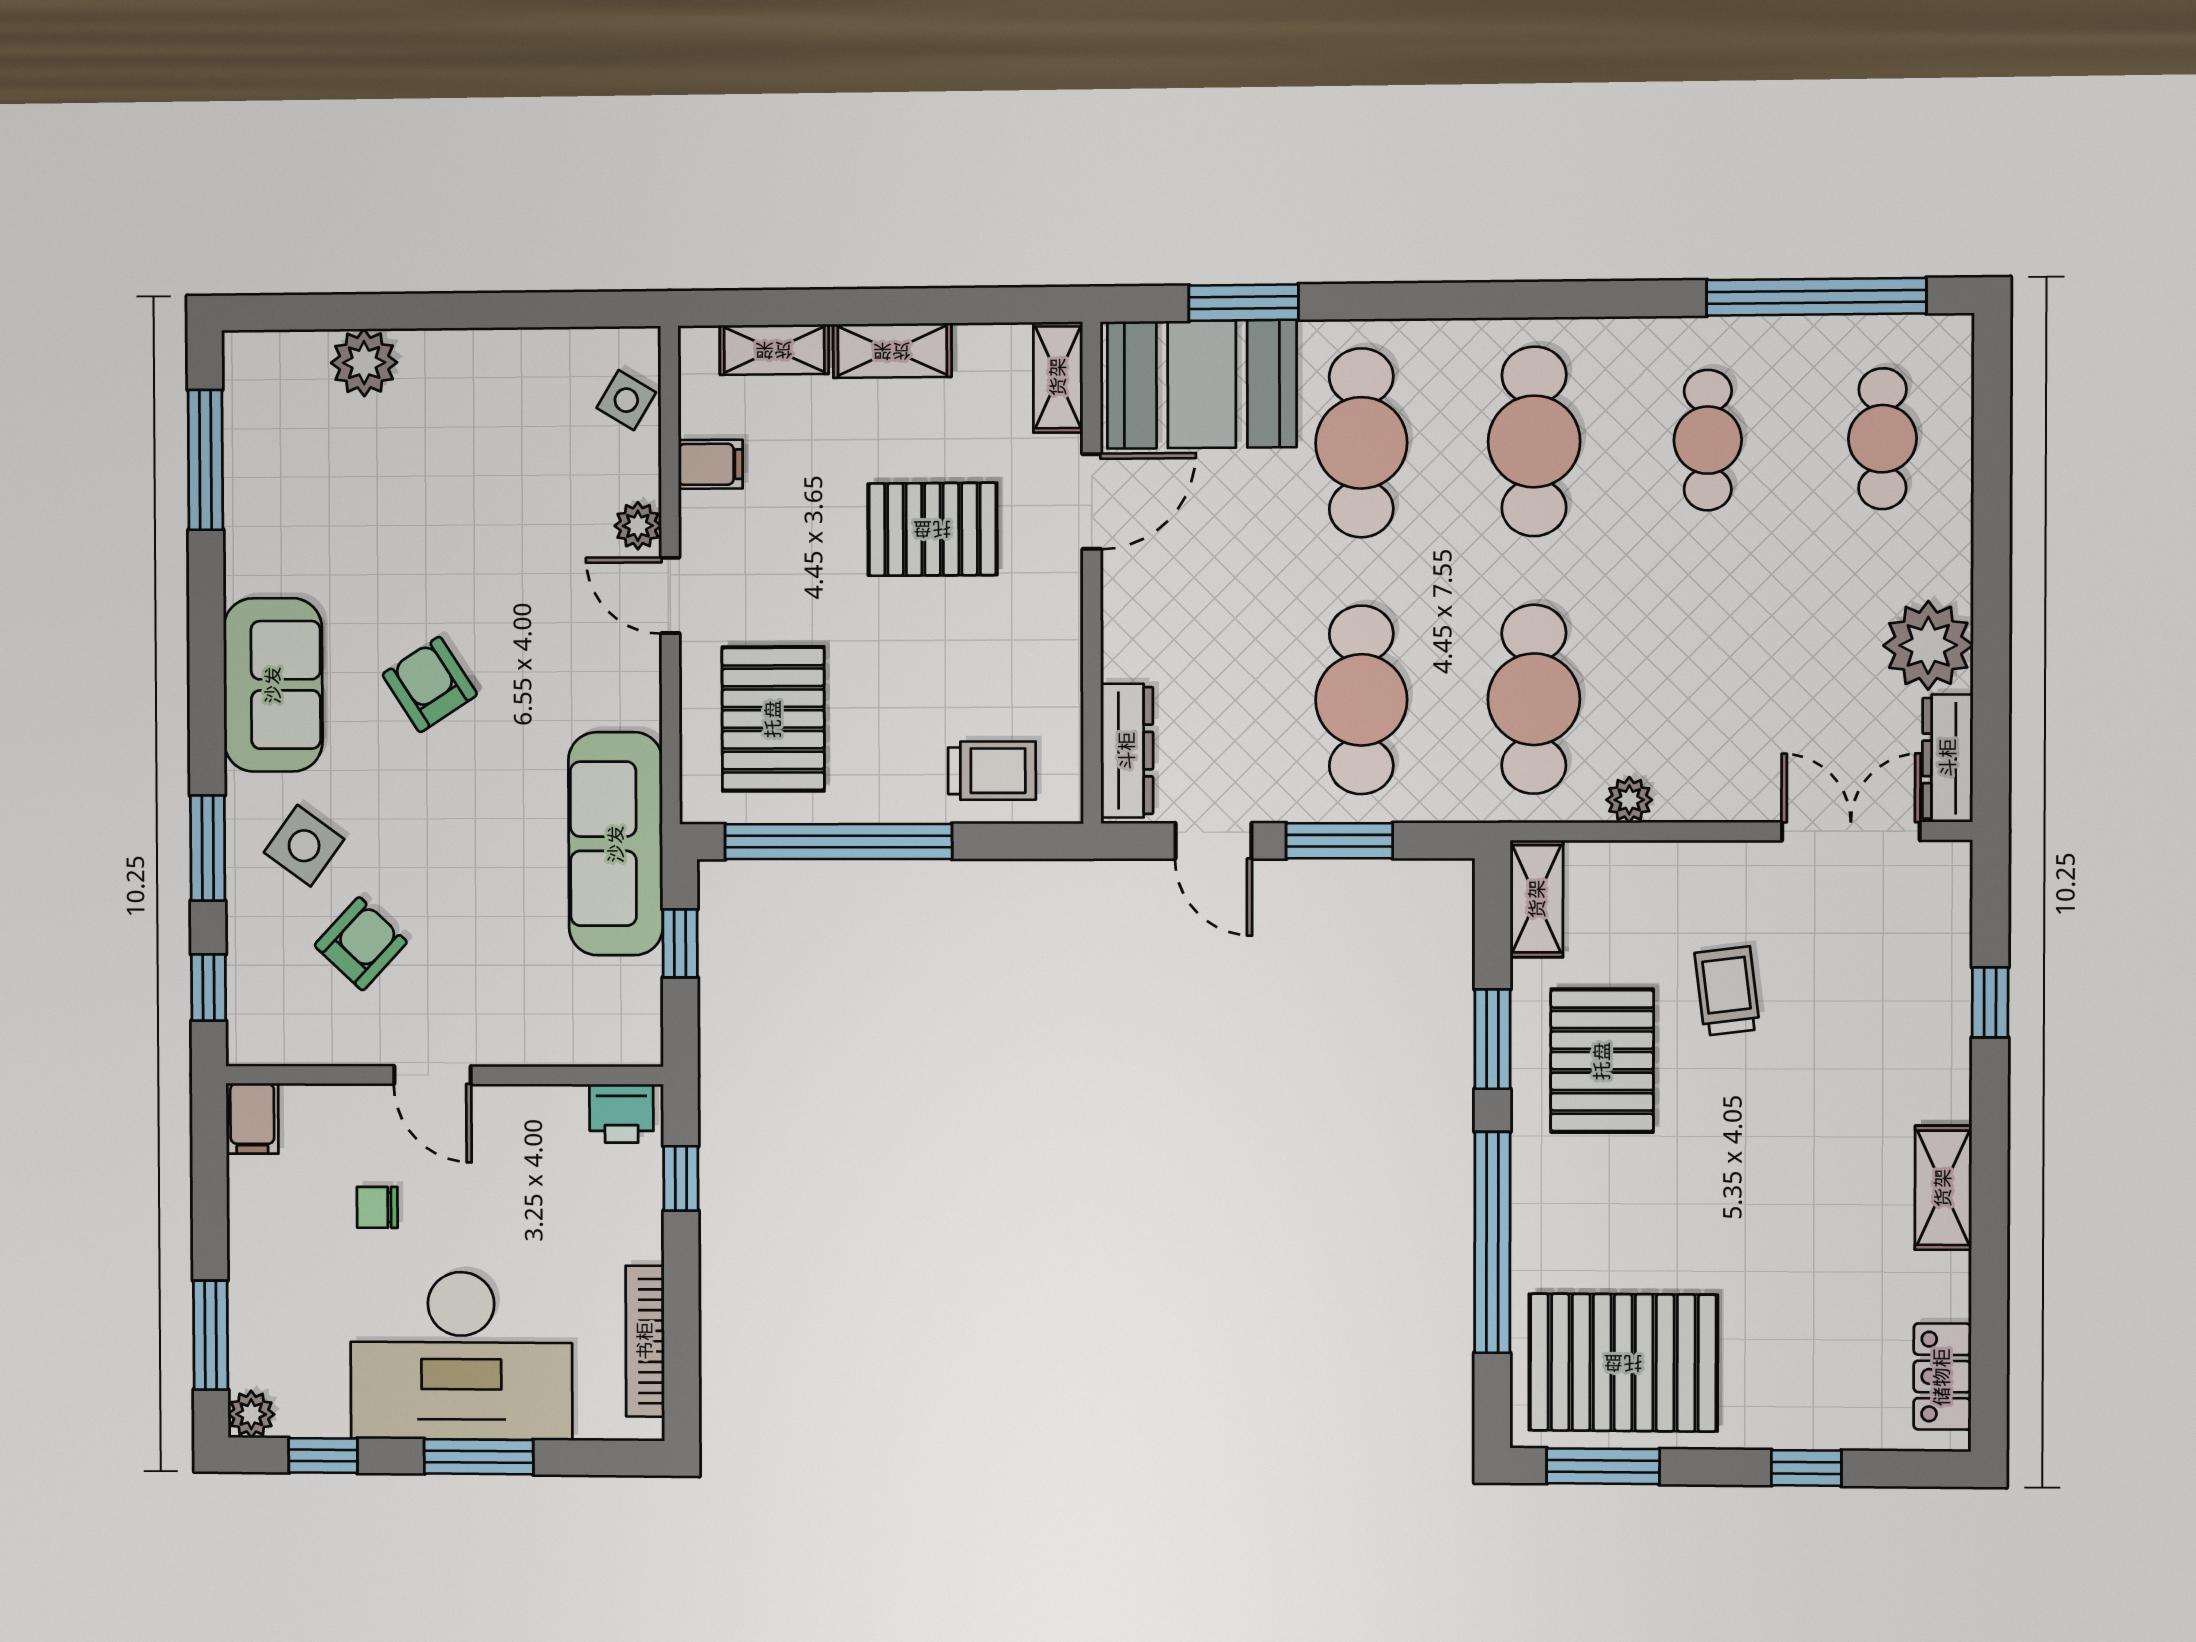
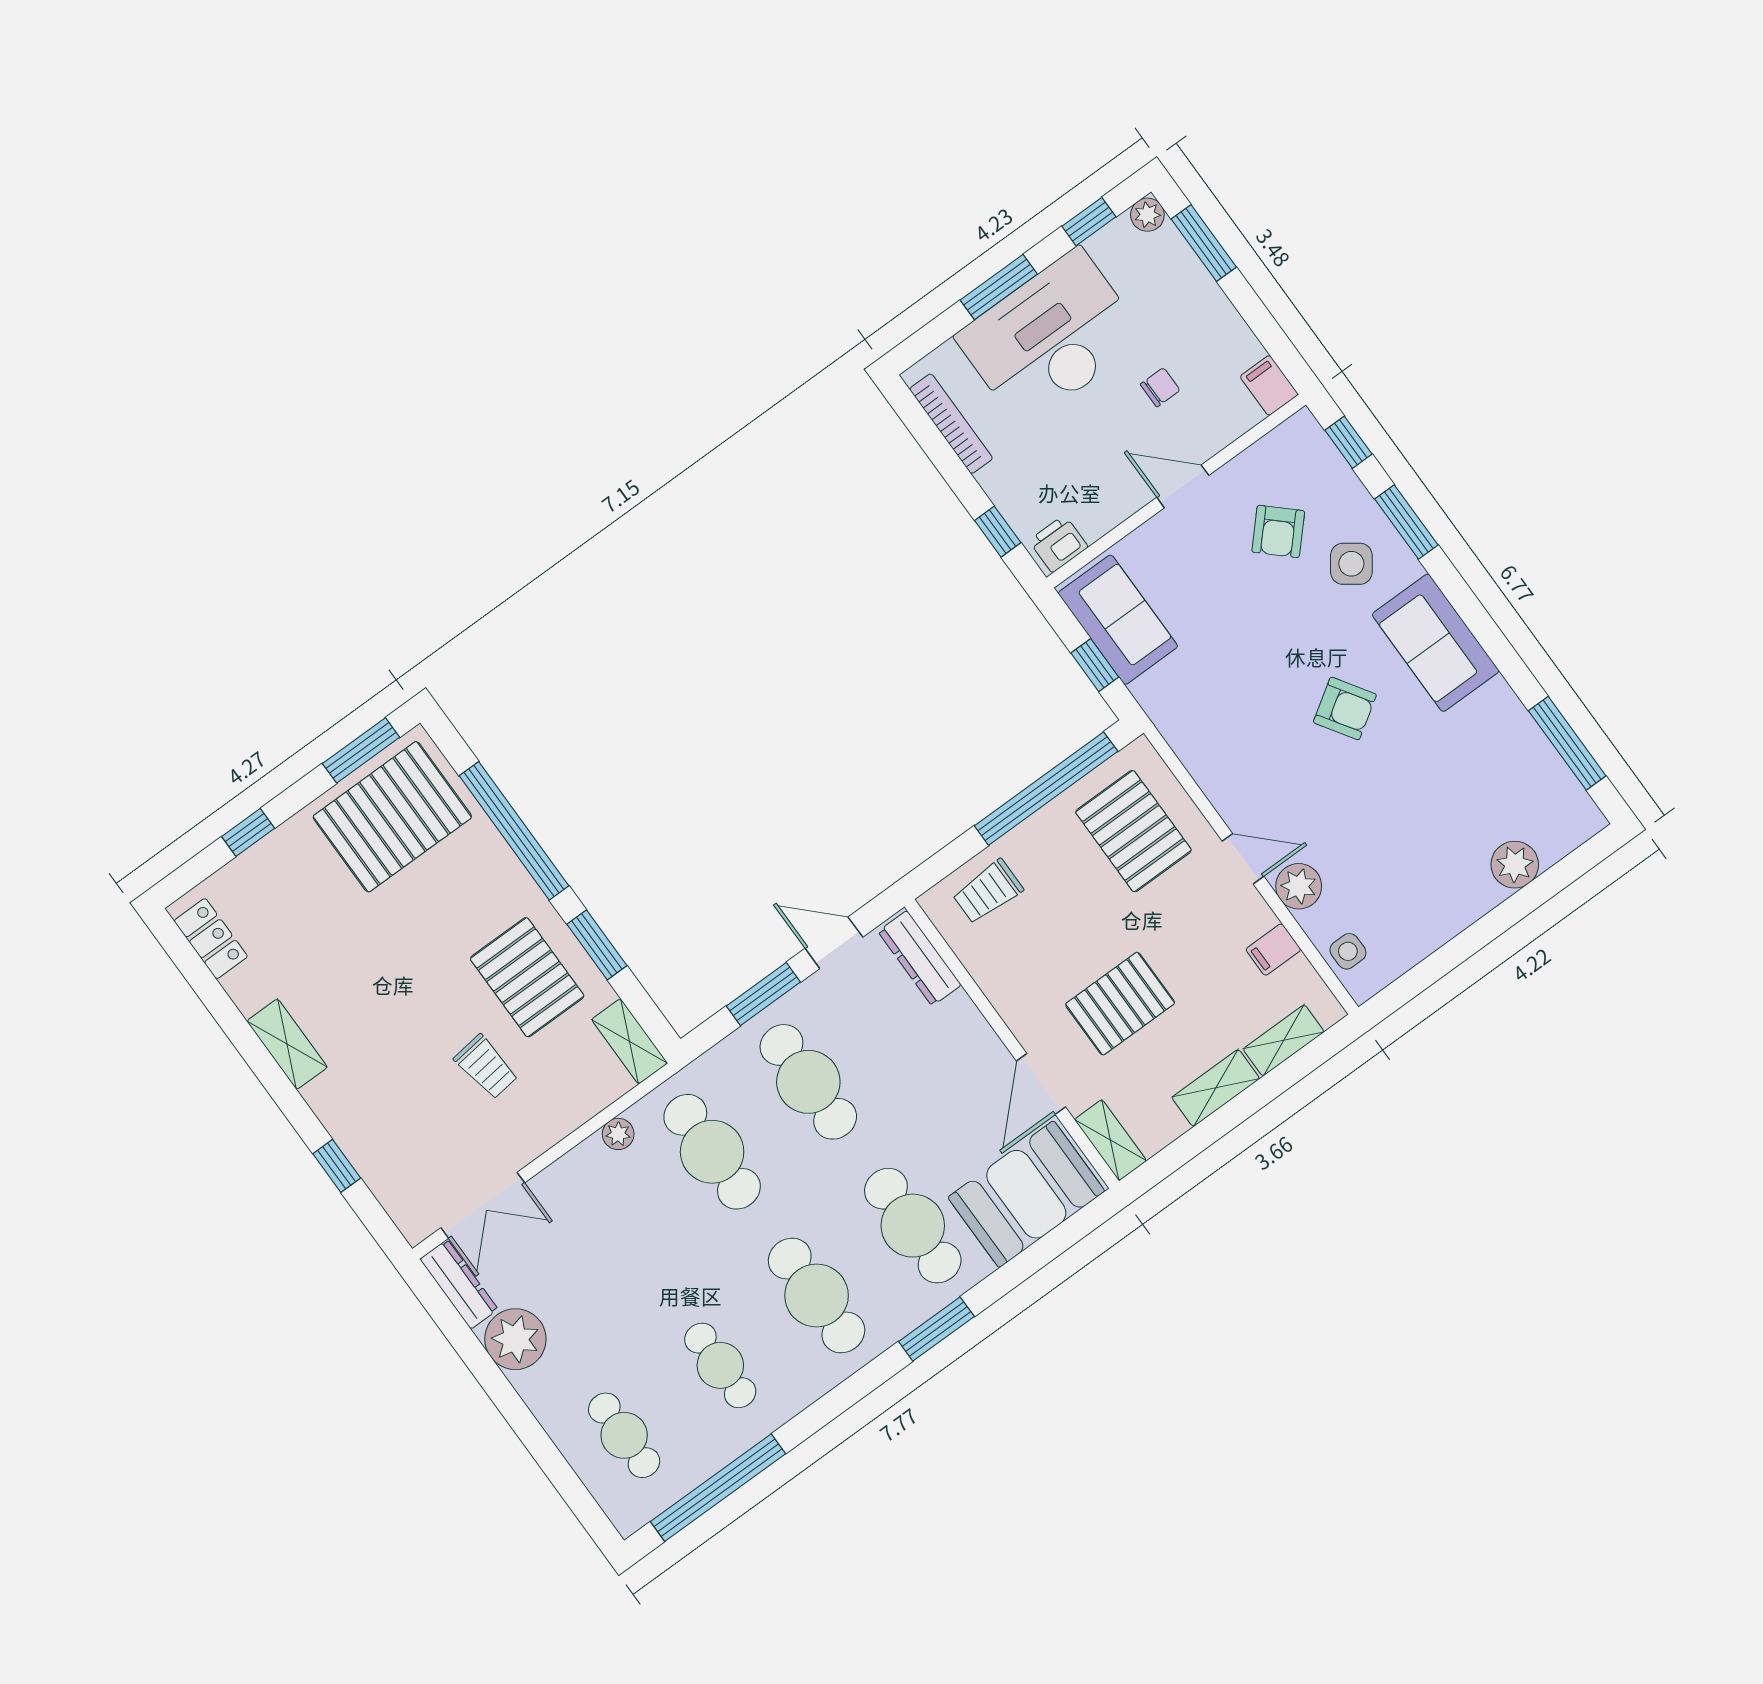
window: (1244, 303) -> (936, 1329), moved
side table: (626, 400) -> (1348, 951), turned -31
plant: (638, 526) -> (1299, 886), width x1.38, depth x1.38
sofa: (616, 844) -> (1118, 620), moved, width x0.73

